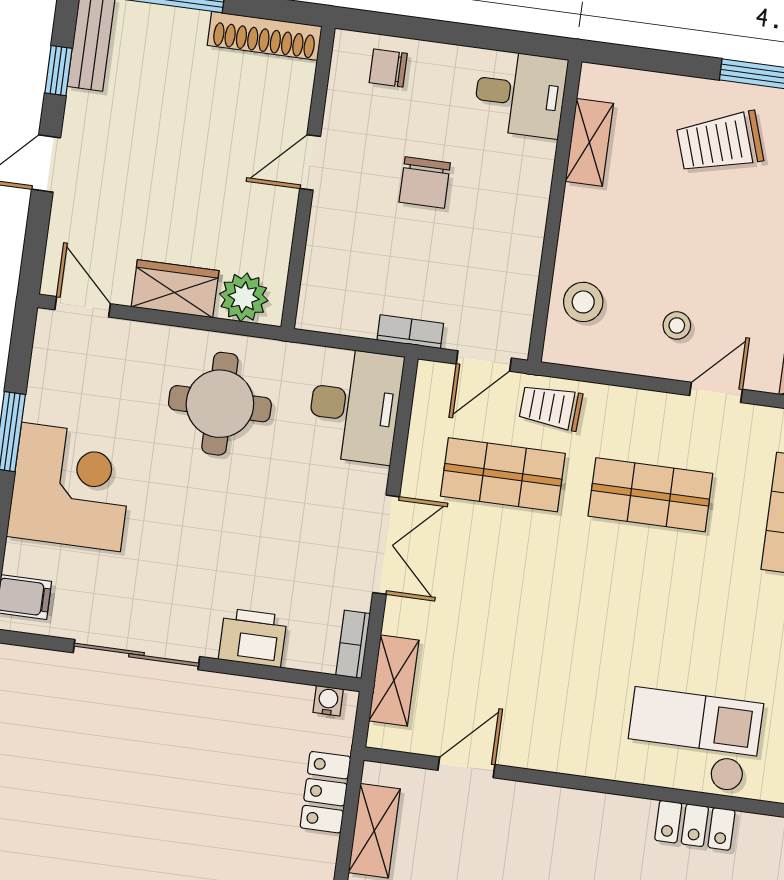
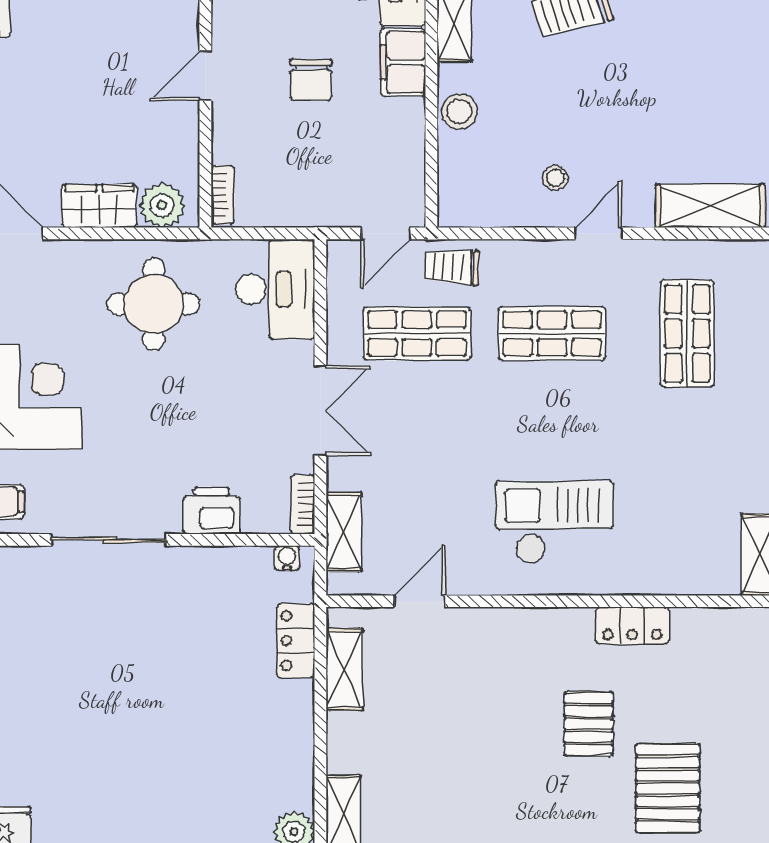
filing cabinet: (528, 177) -> (403, 62), added
stool: (583, 302) -> (459, 111), moved
bookcase: (410, 332) -> (223, 195), moved, turned 90
checkout: (693, 740) -> (554, 522), moved

